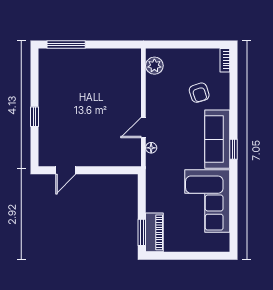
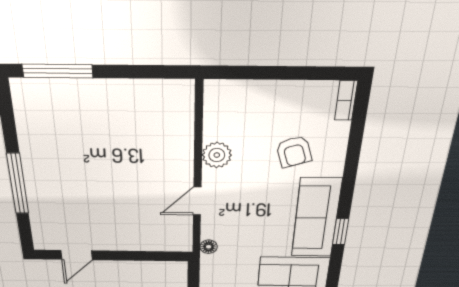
plant: (154, 66) -> (217, 155), moved
window: (35, 117) -> (18, 184), width x2.17
floor lamp: (151, 148) -> (209, 247), moved

